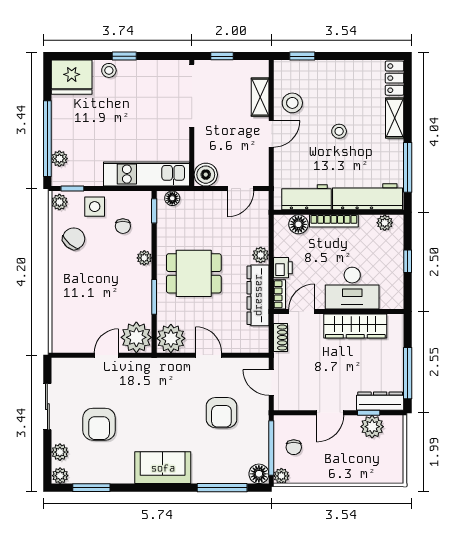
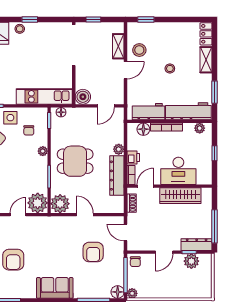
window: (408, 167) -> (215, 92), width x0.69
chair: (294, 447) -> (135, 262), moved

